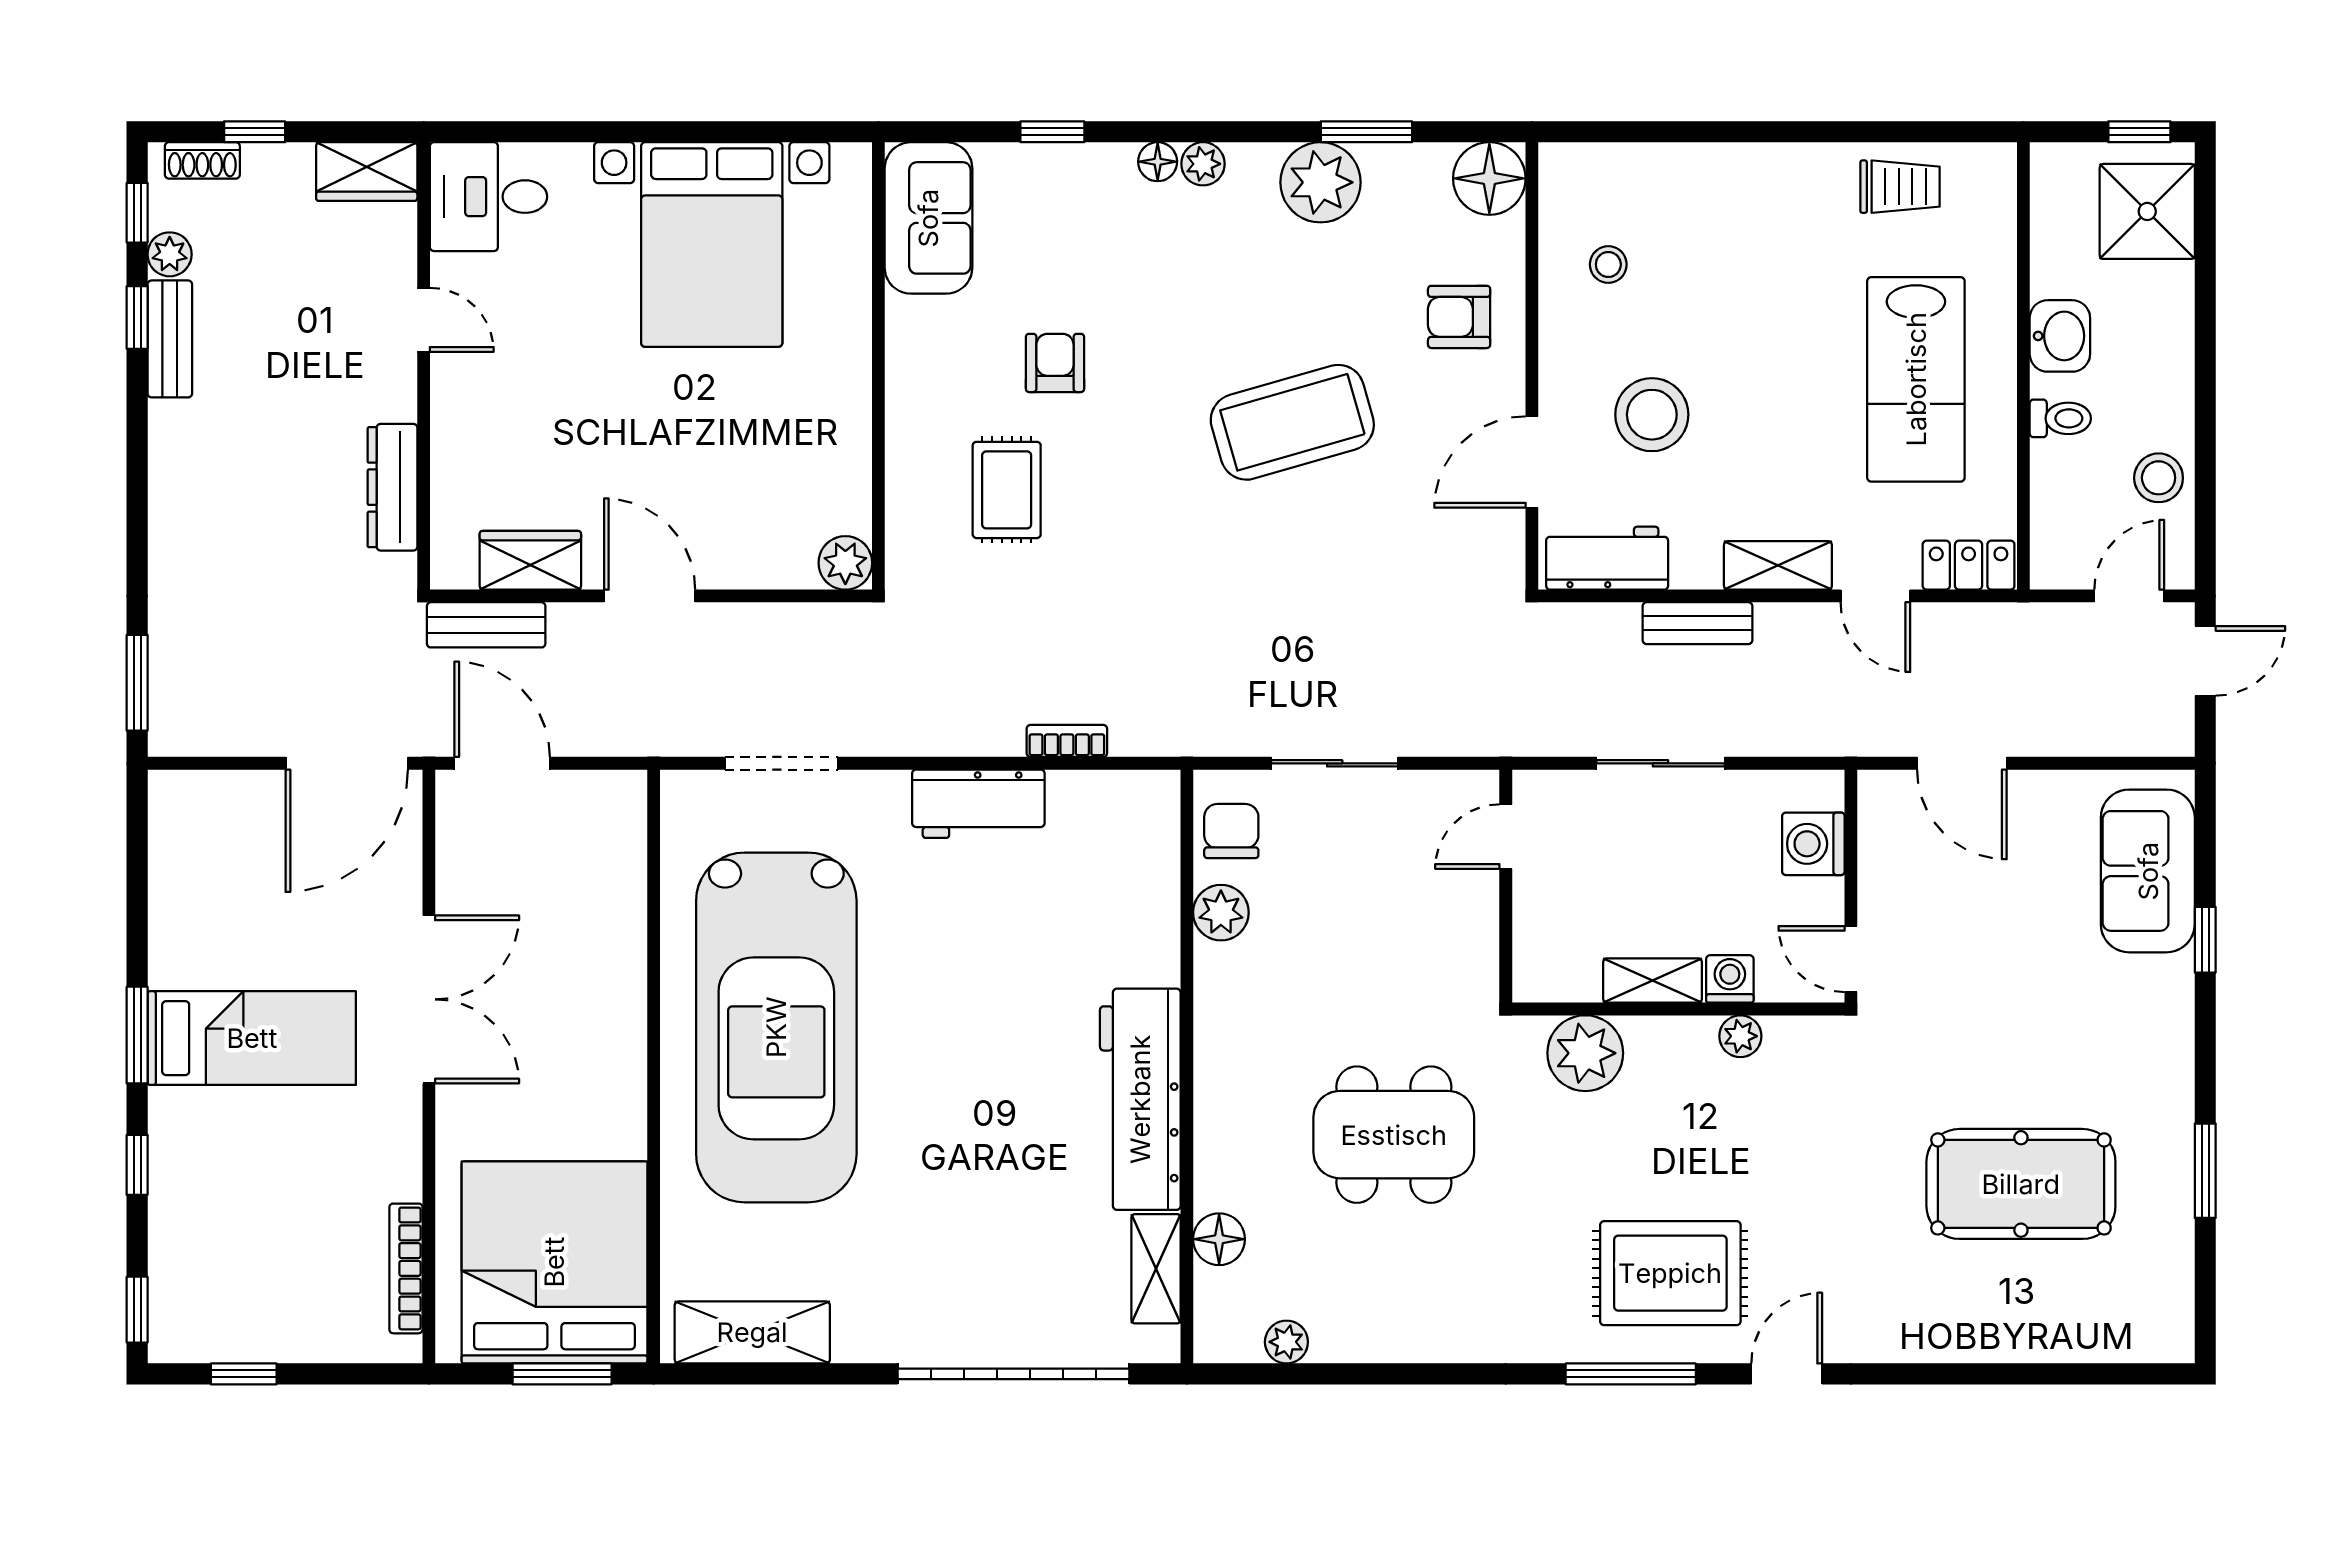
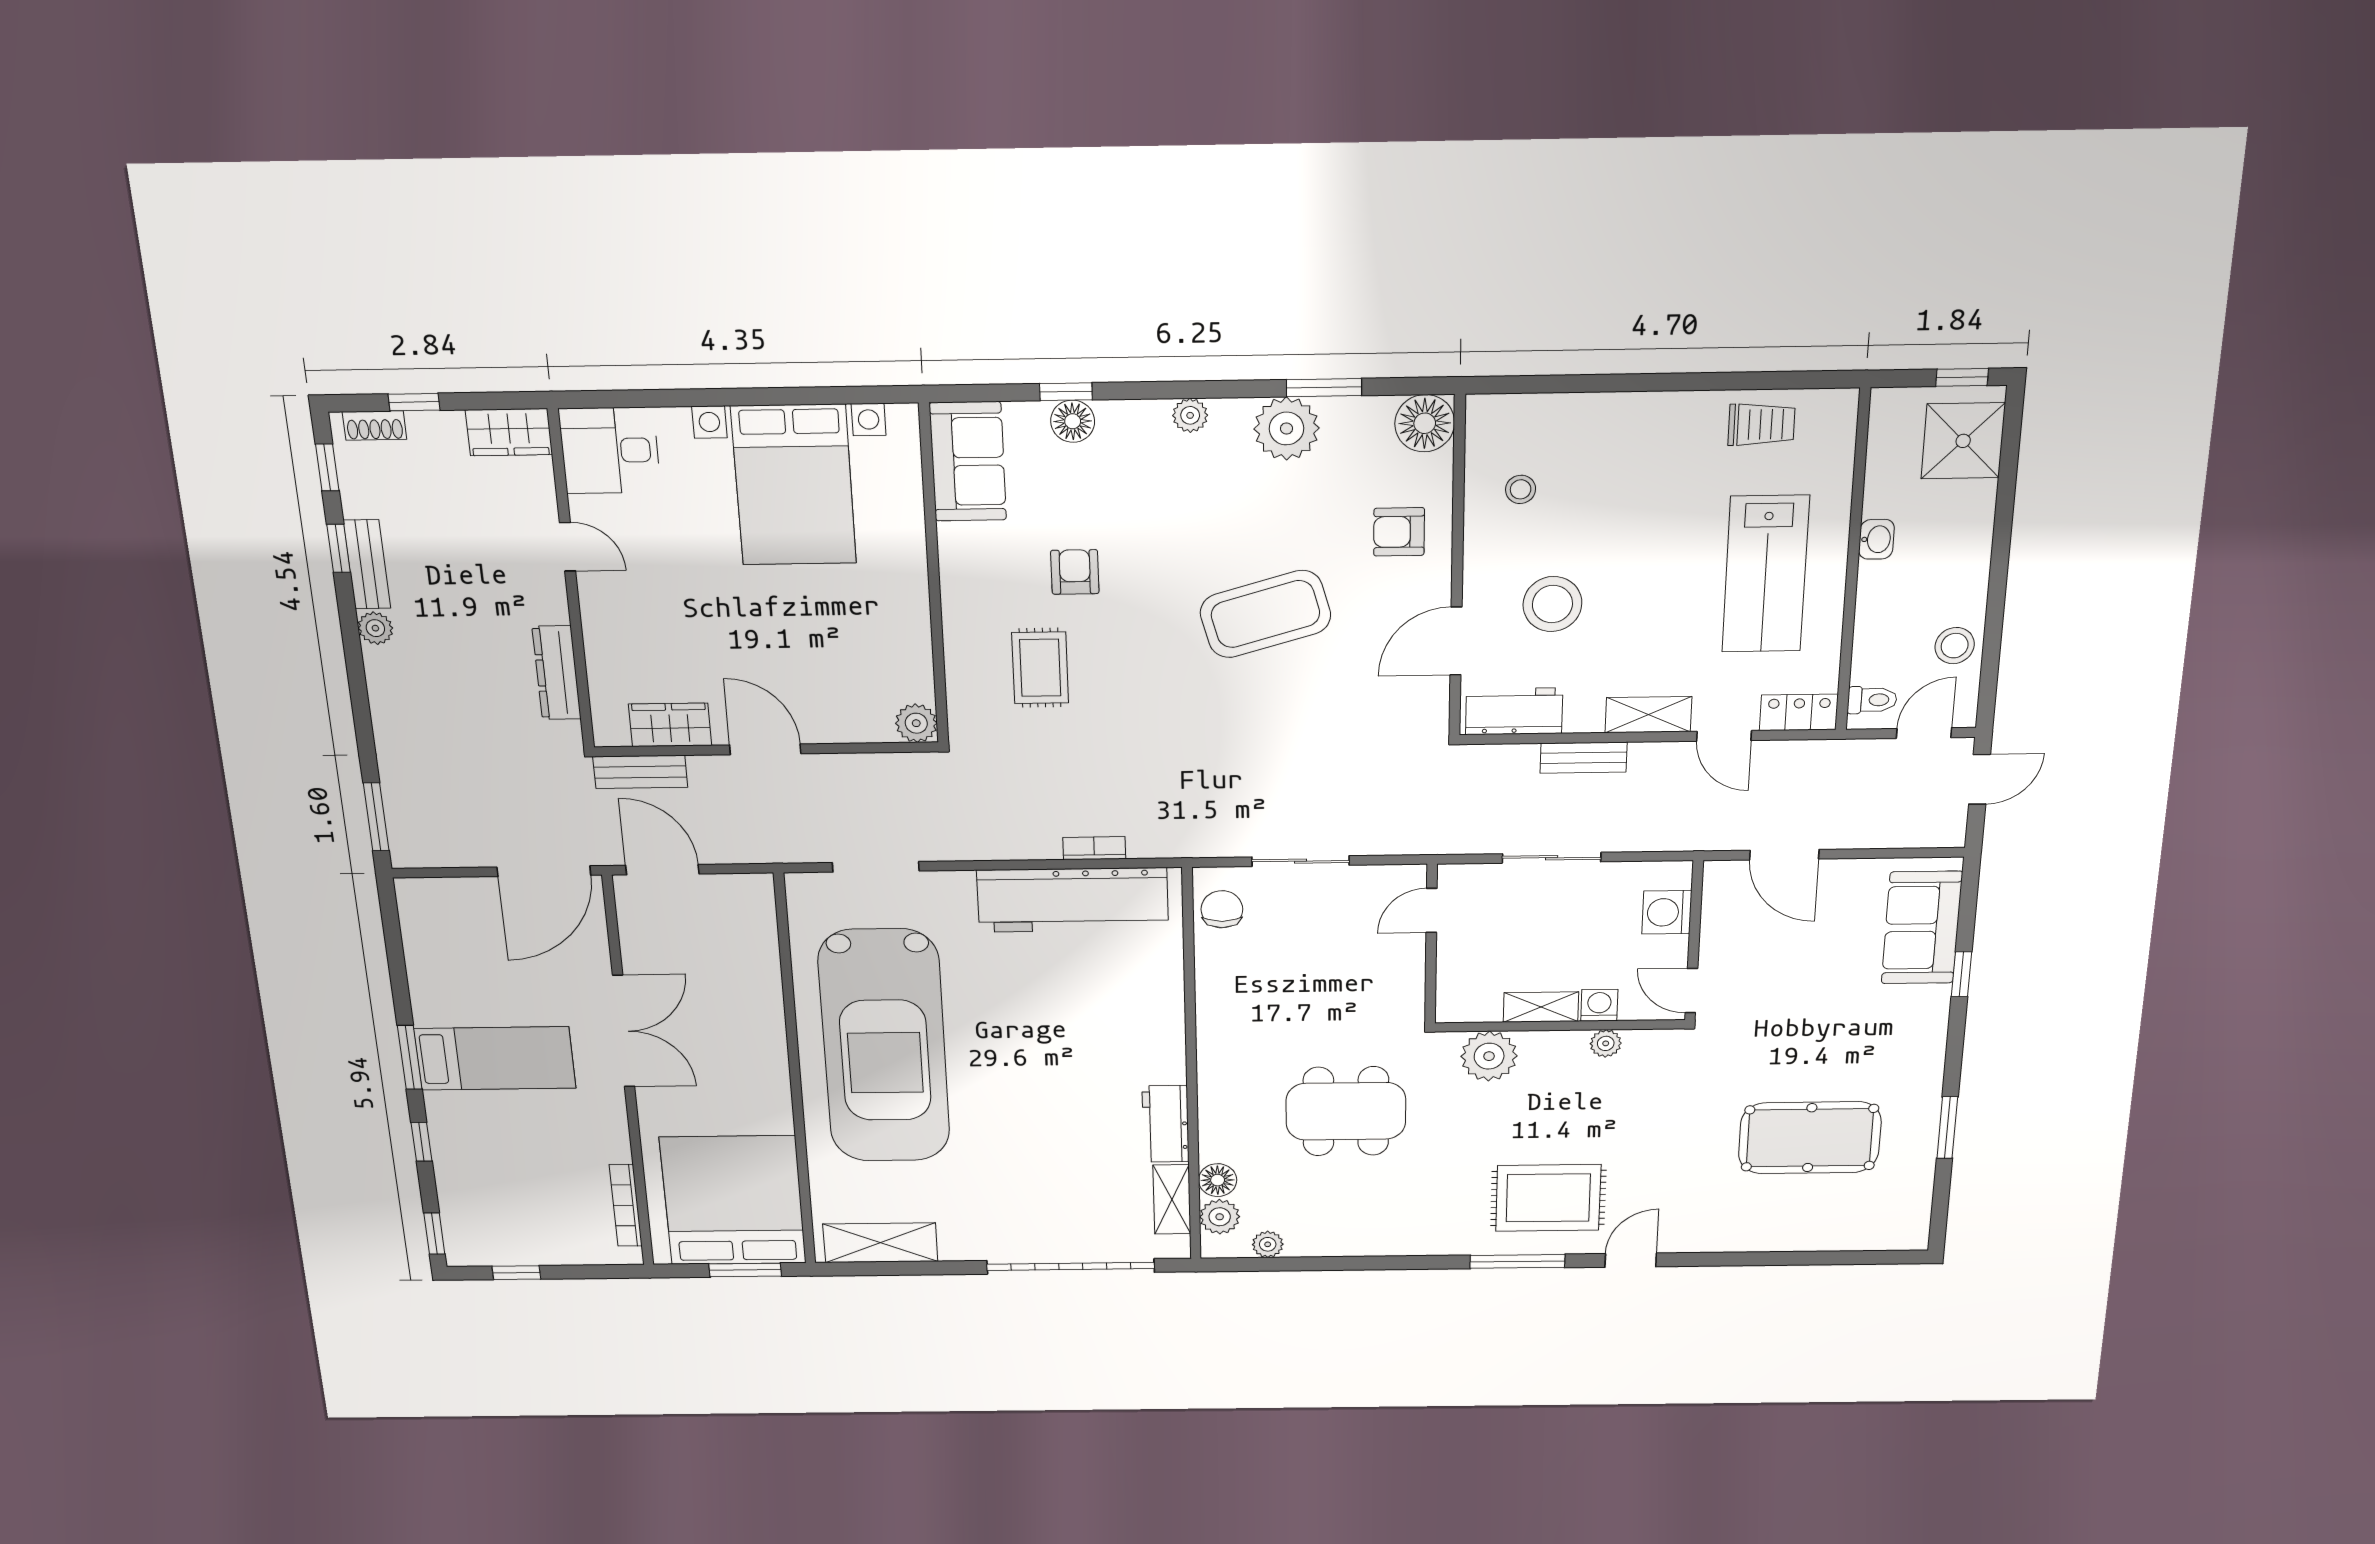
floor lamp: (1158, 162) -> (1073, 421), moved, width x1.37, depth x1.37
plant: (170, 254) -> (375, 628), moved
washbasin: (2060, 336) -> (1876, 539), width x0.72, depth x0.69
toilet: (2060, 418) -> (1872, 700), moved
workbench: (978, 804) -> (1073, 900), width x1.88, depth x1.32
plant: (1221, 913) -> (1220, 1217), moved
workbench: (1140, 1099) -> (1166, 1124), width x0.53, depth x0.76

